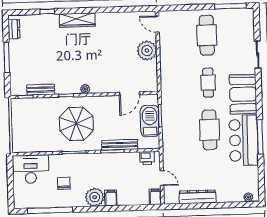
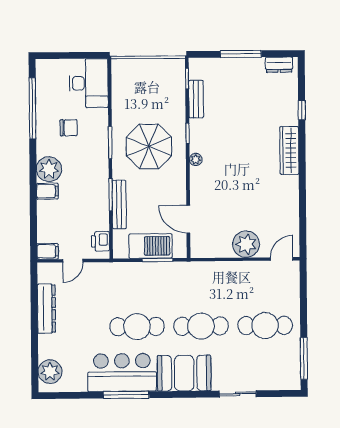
cafe table: (208, 83) -> (201, 326), width x1.37, depth x1.35
plant: (248, 197) -> (50, 372), width x1.88, depth x1.88

